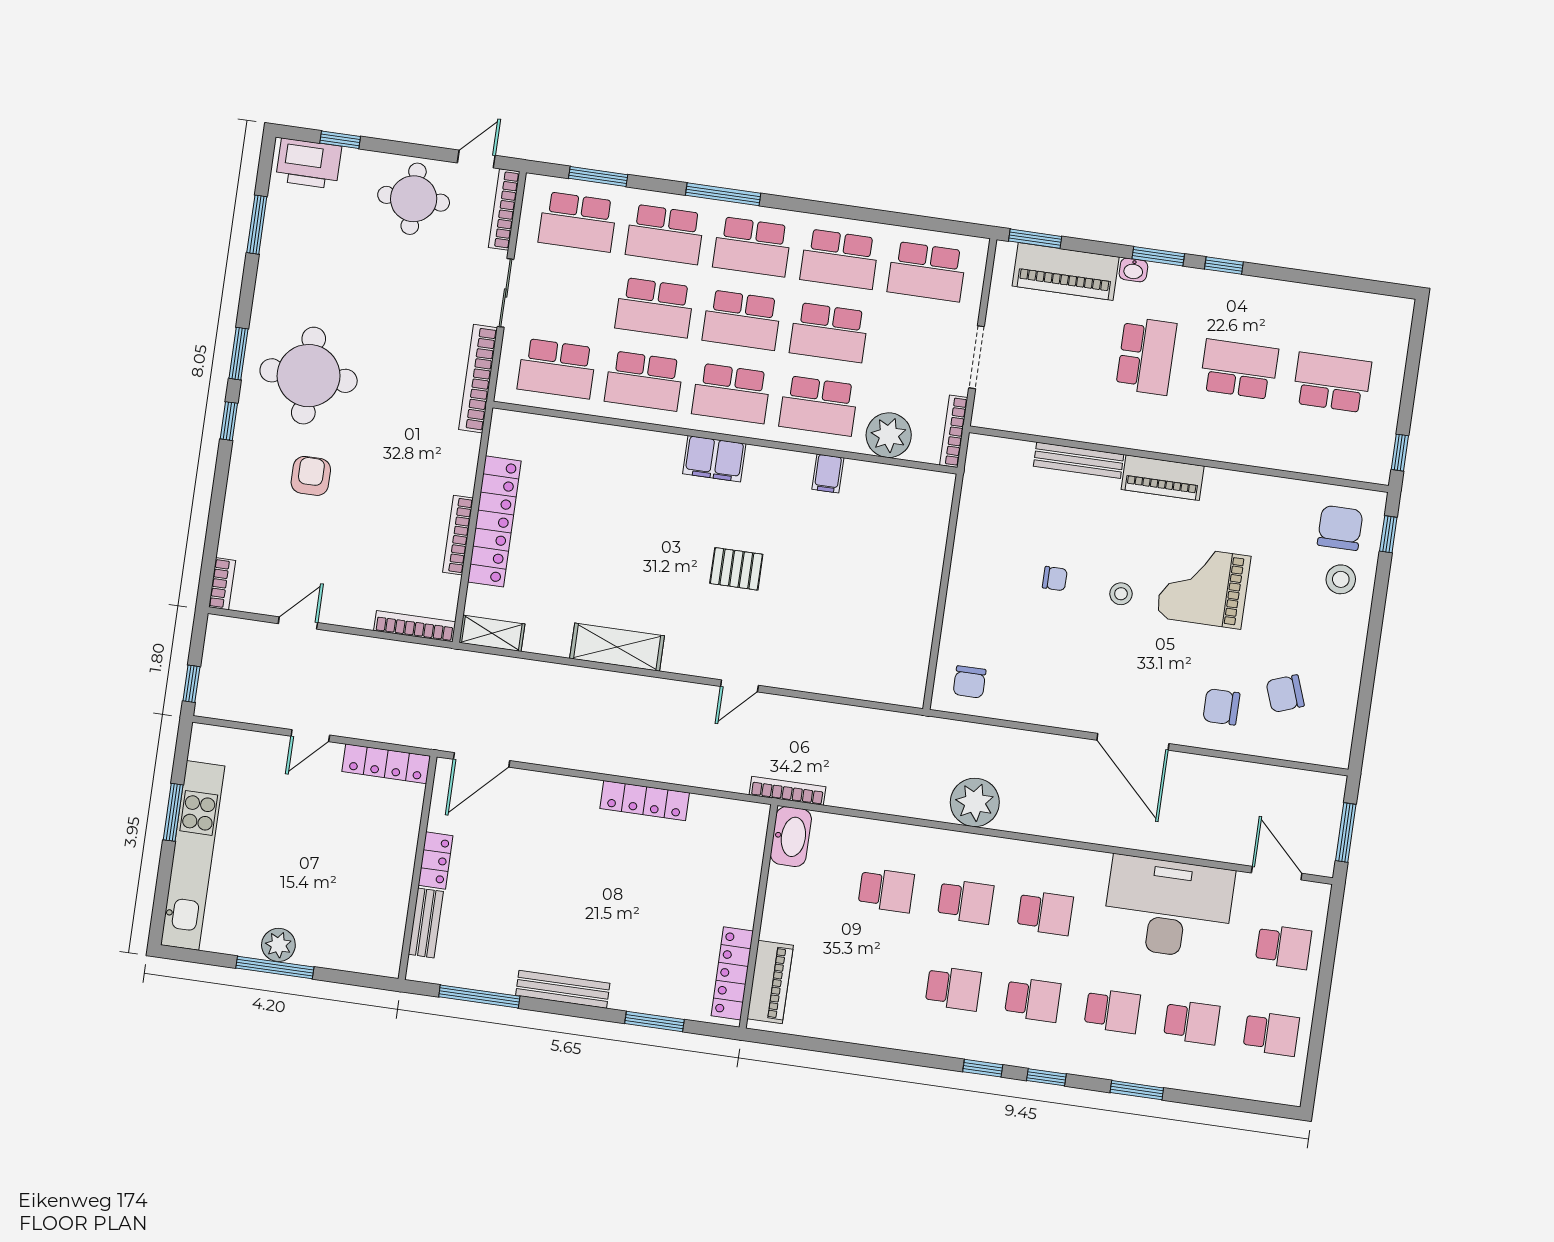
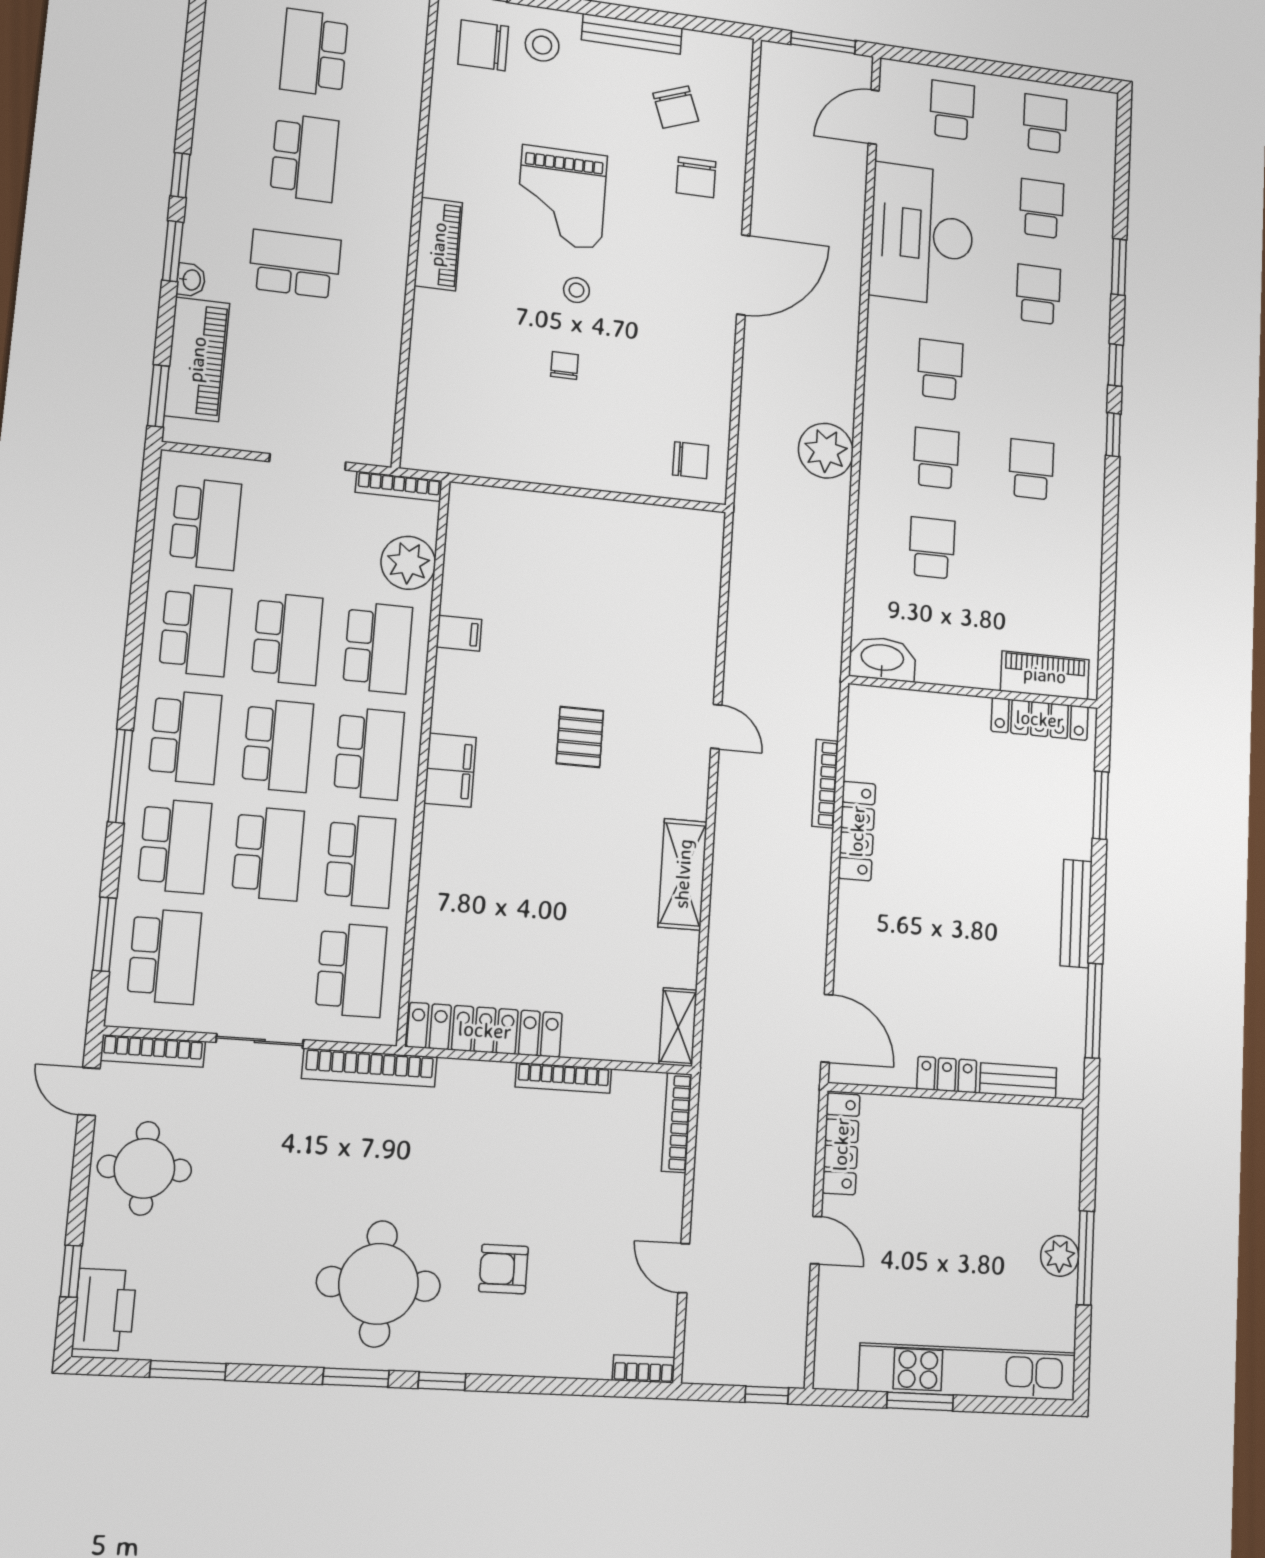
school desk: (1239, 369) -> (305, 158), turned 180
bench: (1079, 460) -> (632, 34), moved, turned 90
locker: (494, 521) -> (485, 1030), moved
bookcase: (787, 791) -> (825, 784), moved
school desk: (1033, 1000) -> (1035, 381), removed

